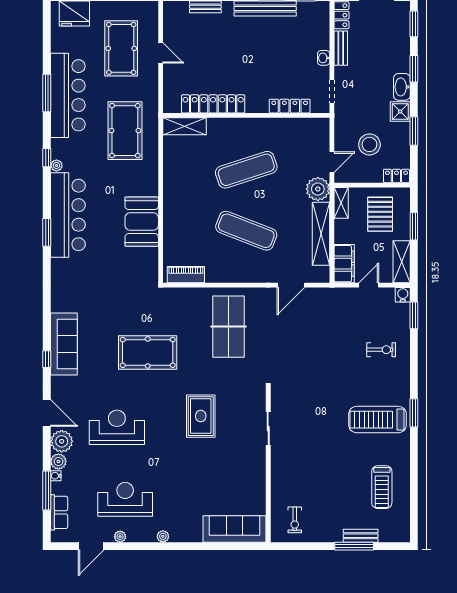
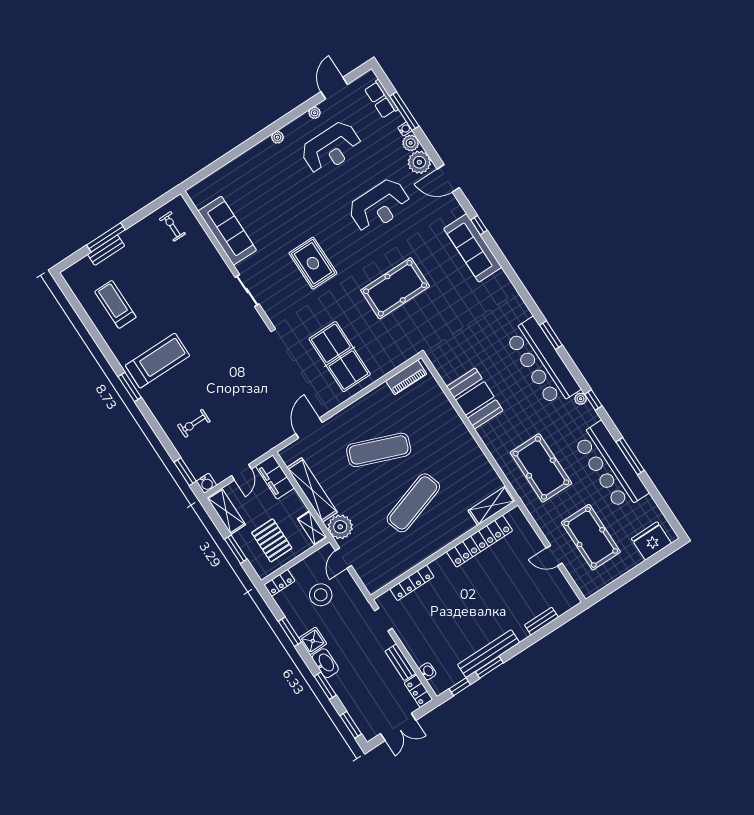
washbasin: (324, 58) -> (428, 671), moved
sofa: (235, 529) -> (227, 231), moved, turned -90

